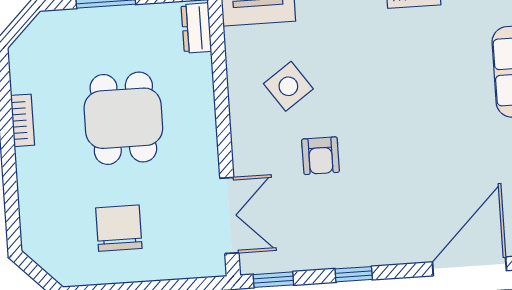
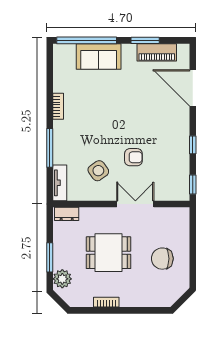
plant: (64, 28) -> (62, 279), added
double door: (229, 216) -> (135, 204), moved

